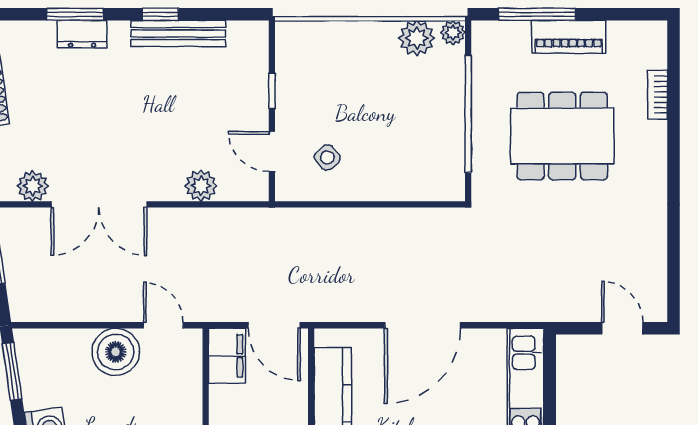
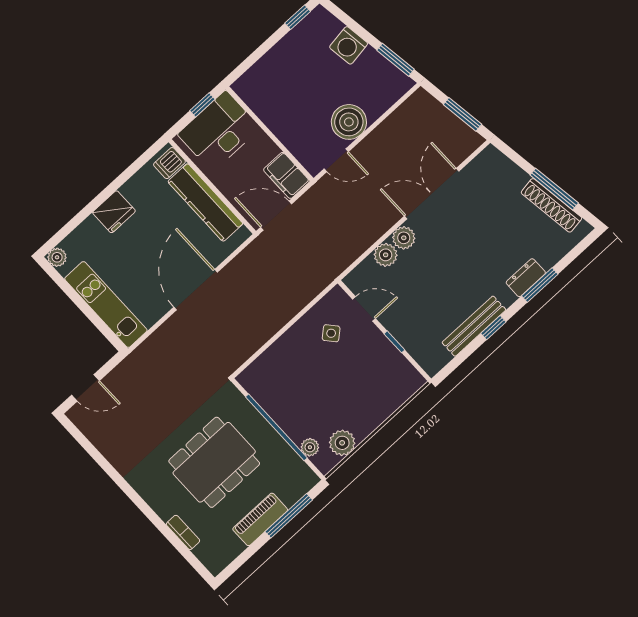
plant: (453, 33) -> (310, 447), moved
plant: (33, 186) -> (404, 238), moved

